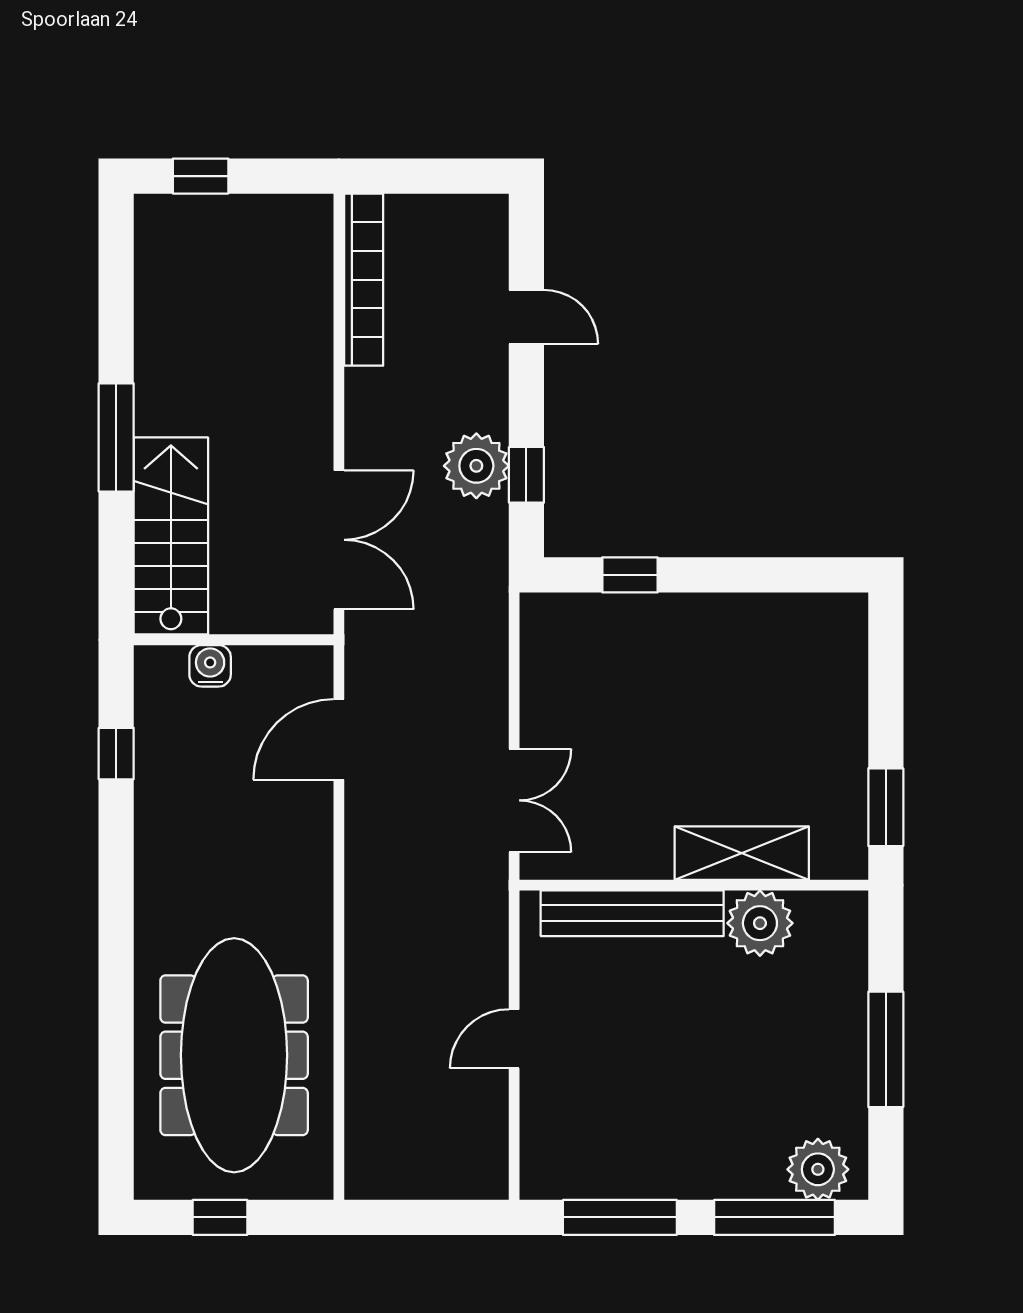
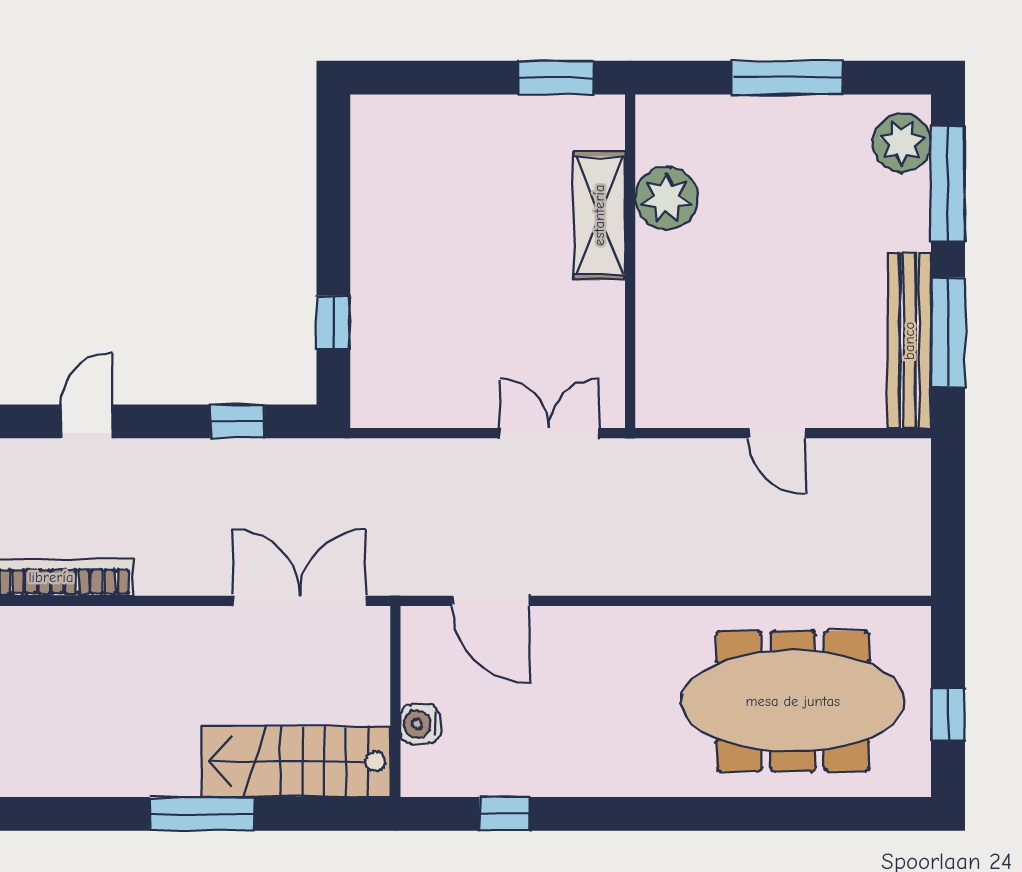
plant: (476, 466) -> (229, 469), removed
bench: (632, 913) -> (909, 341), moved

